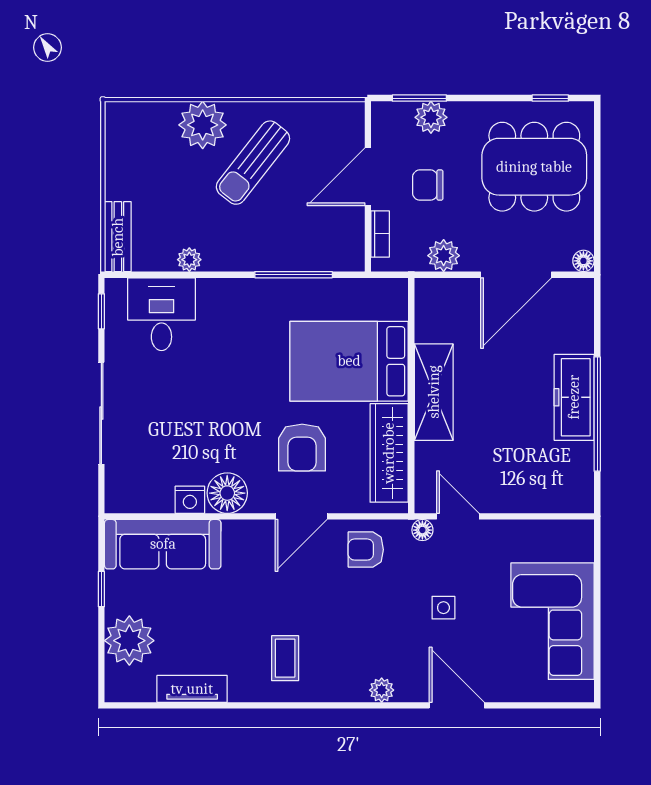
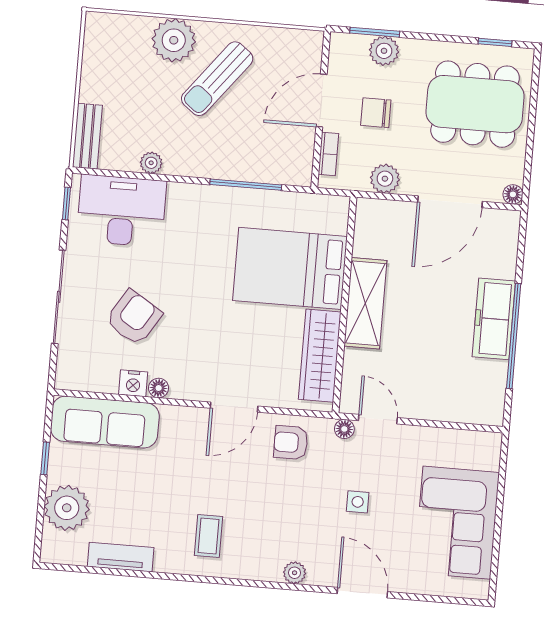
desk: (161, 314) -> (121, 211), width x1.37
armchair: (302, 447) -> (134, 317), moved, turned -148
floor lamp: (227, 493) -> (159, 388), width x0.53, depth x0.53

